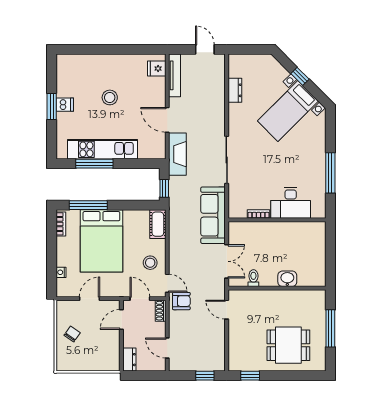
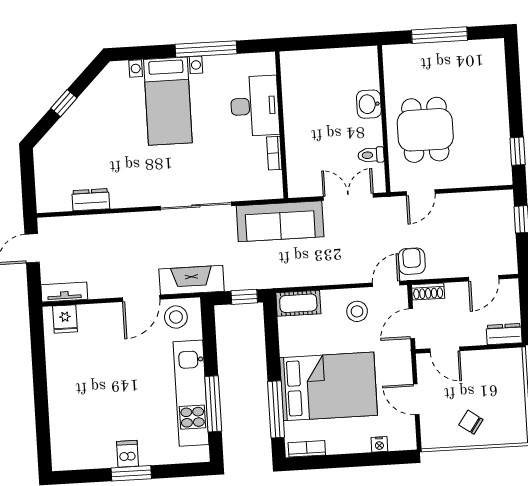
tv unit: (175, 75) -> (64, 292), width x0.71
stool: (110, 97) -> (176, 317), moved
bed with nightstands: (288, 111) -> (168, 101), moved, turned 45
dining table: (288, 345) -> (425, 130), moved

